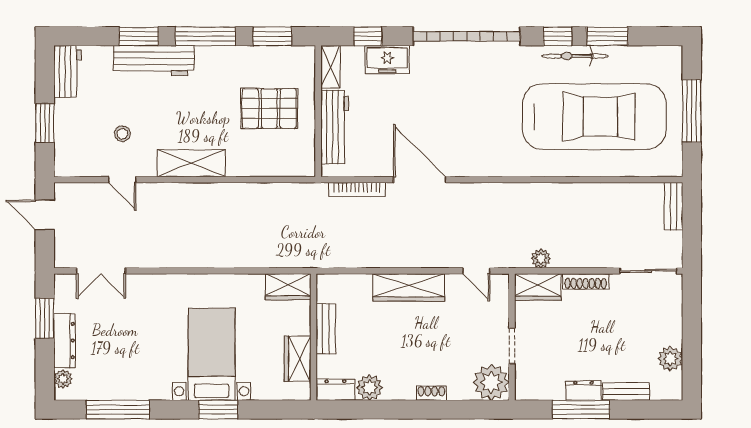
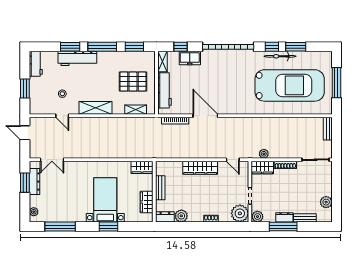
shelving: (275, 167) -> (136, 110), added
dresser: (65, 341) -> (34, 182), moved
plant: (528, 389) -> (257, 217), added

